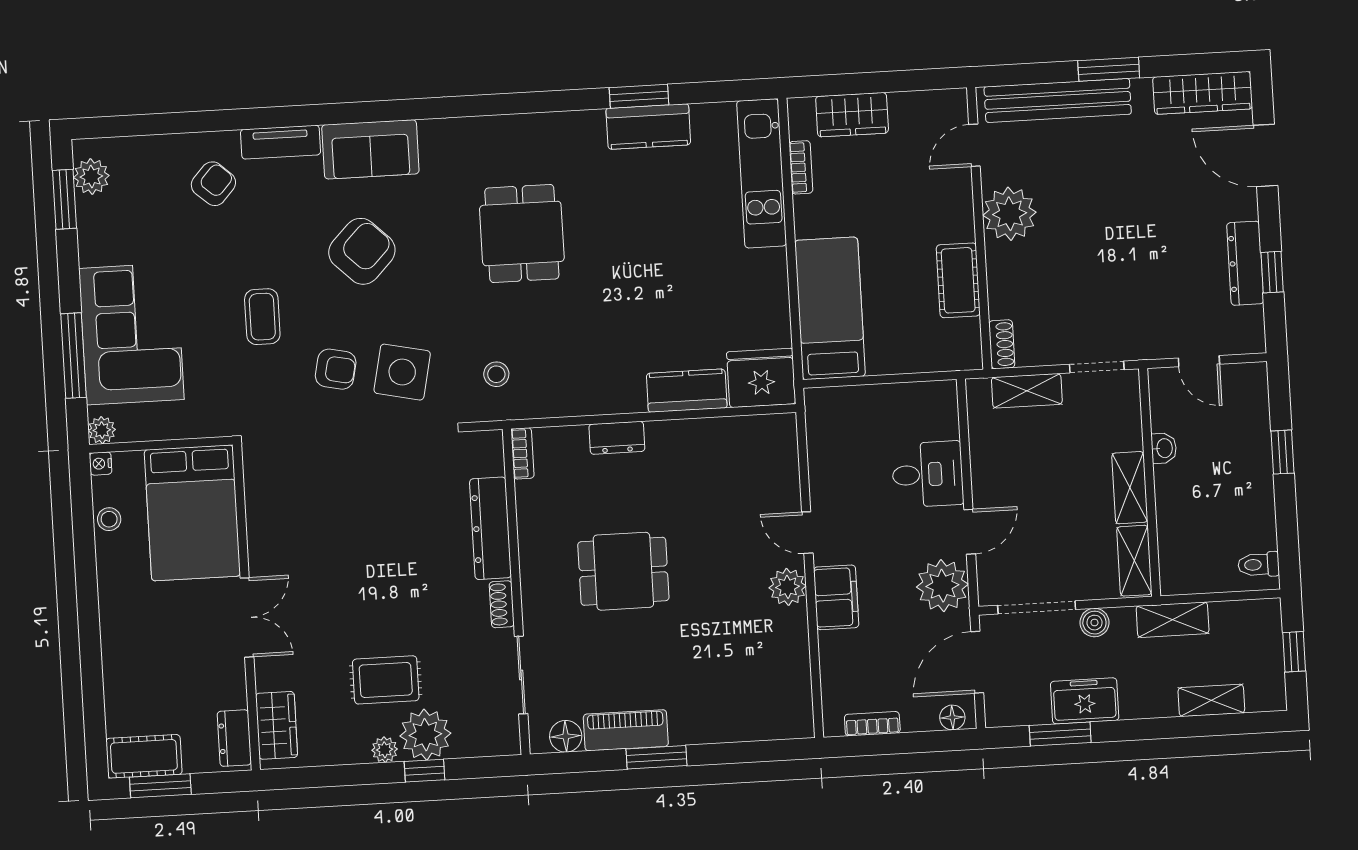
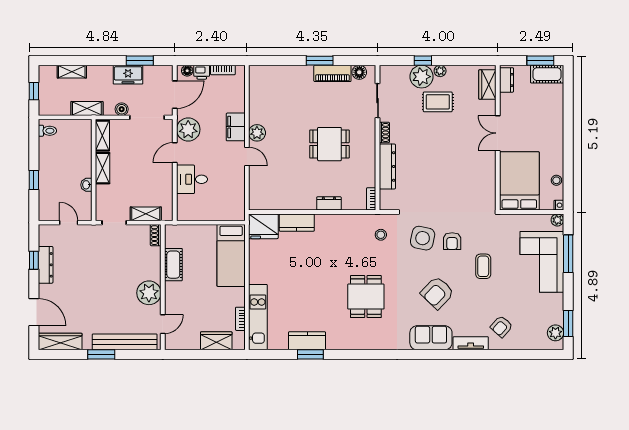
armchair: (336, 369) -> (452, 241), turned -102
printer: (919, 716) -> (202, 72), added

